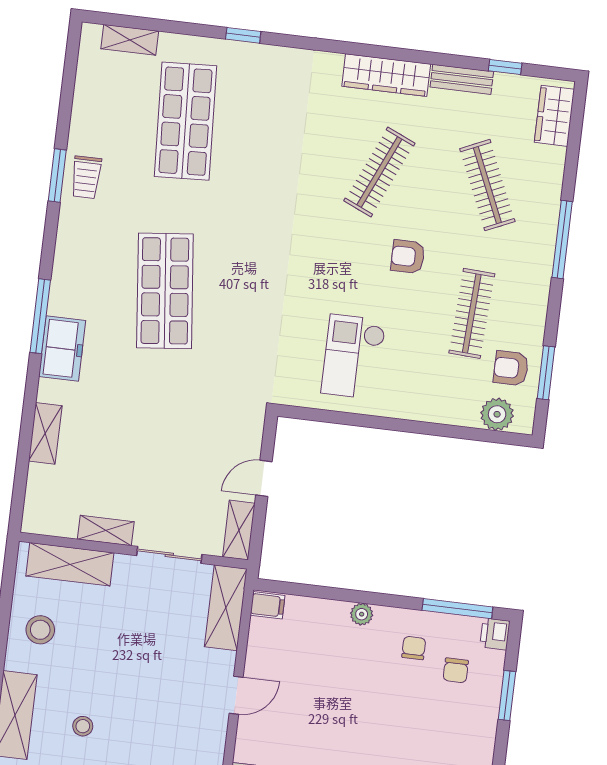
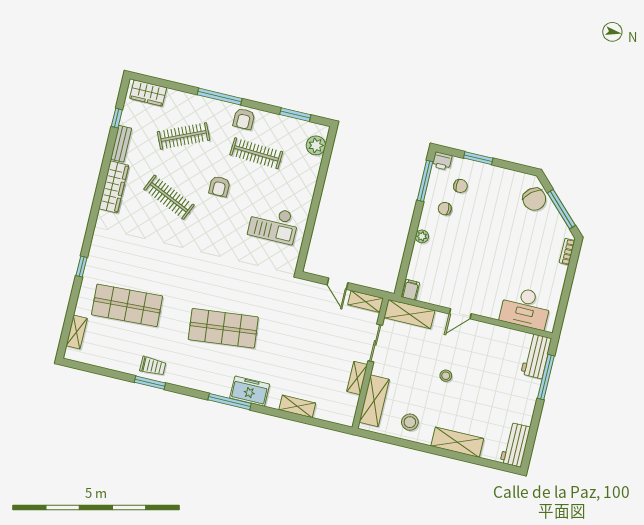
armchair: (511, 368) -> (244, 119), moved
door: (236, 695) -> (460, 314), swing flipped
stool: (83, 726) -> (446, 376), moved

